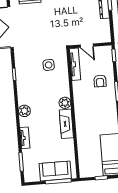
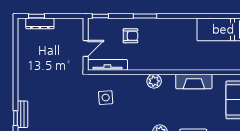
fireplace: (66, 124) -> (194, 81), moved

